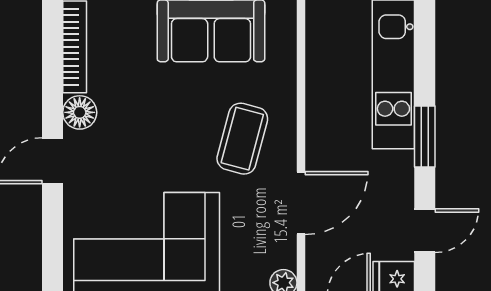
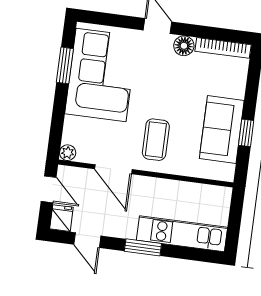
coffee table: (242, 139) -> (156, 140), turned 75

